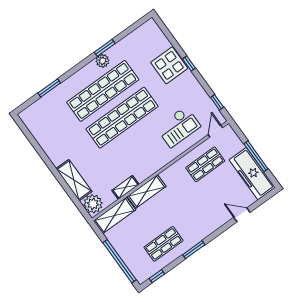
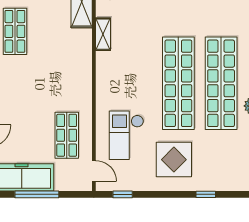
window: (189, 64) -> (206, 194), moved
display table: (169, 65) -> (174, 160), moved
shelving: (147, 191) -> (83, 53), removed

